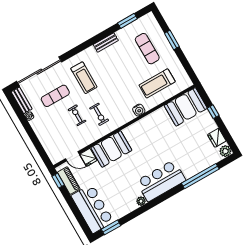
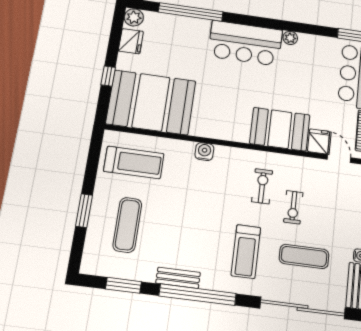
window: (91, 42) -> (198, 295), added
treadmill: (84, 78) -> (246, 251), turned 180
treadmill: (157, 83) -> (134, 162), moved
booth: (186, 107) -> (151, 102), width x1.36, depth x1.42

